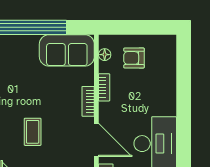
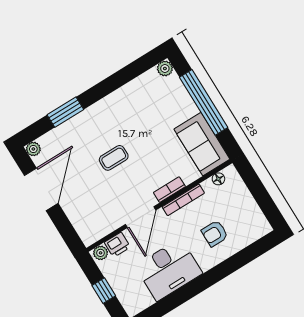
armchair: (134, 58) -> (215, 233), moved, turned -90
bookcase: (104, 87) -> (183, 200), width x1.56

